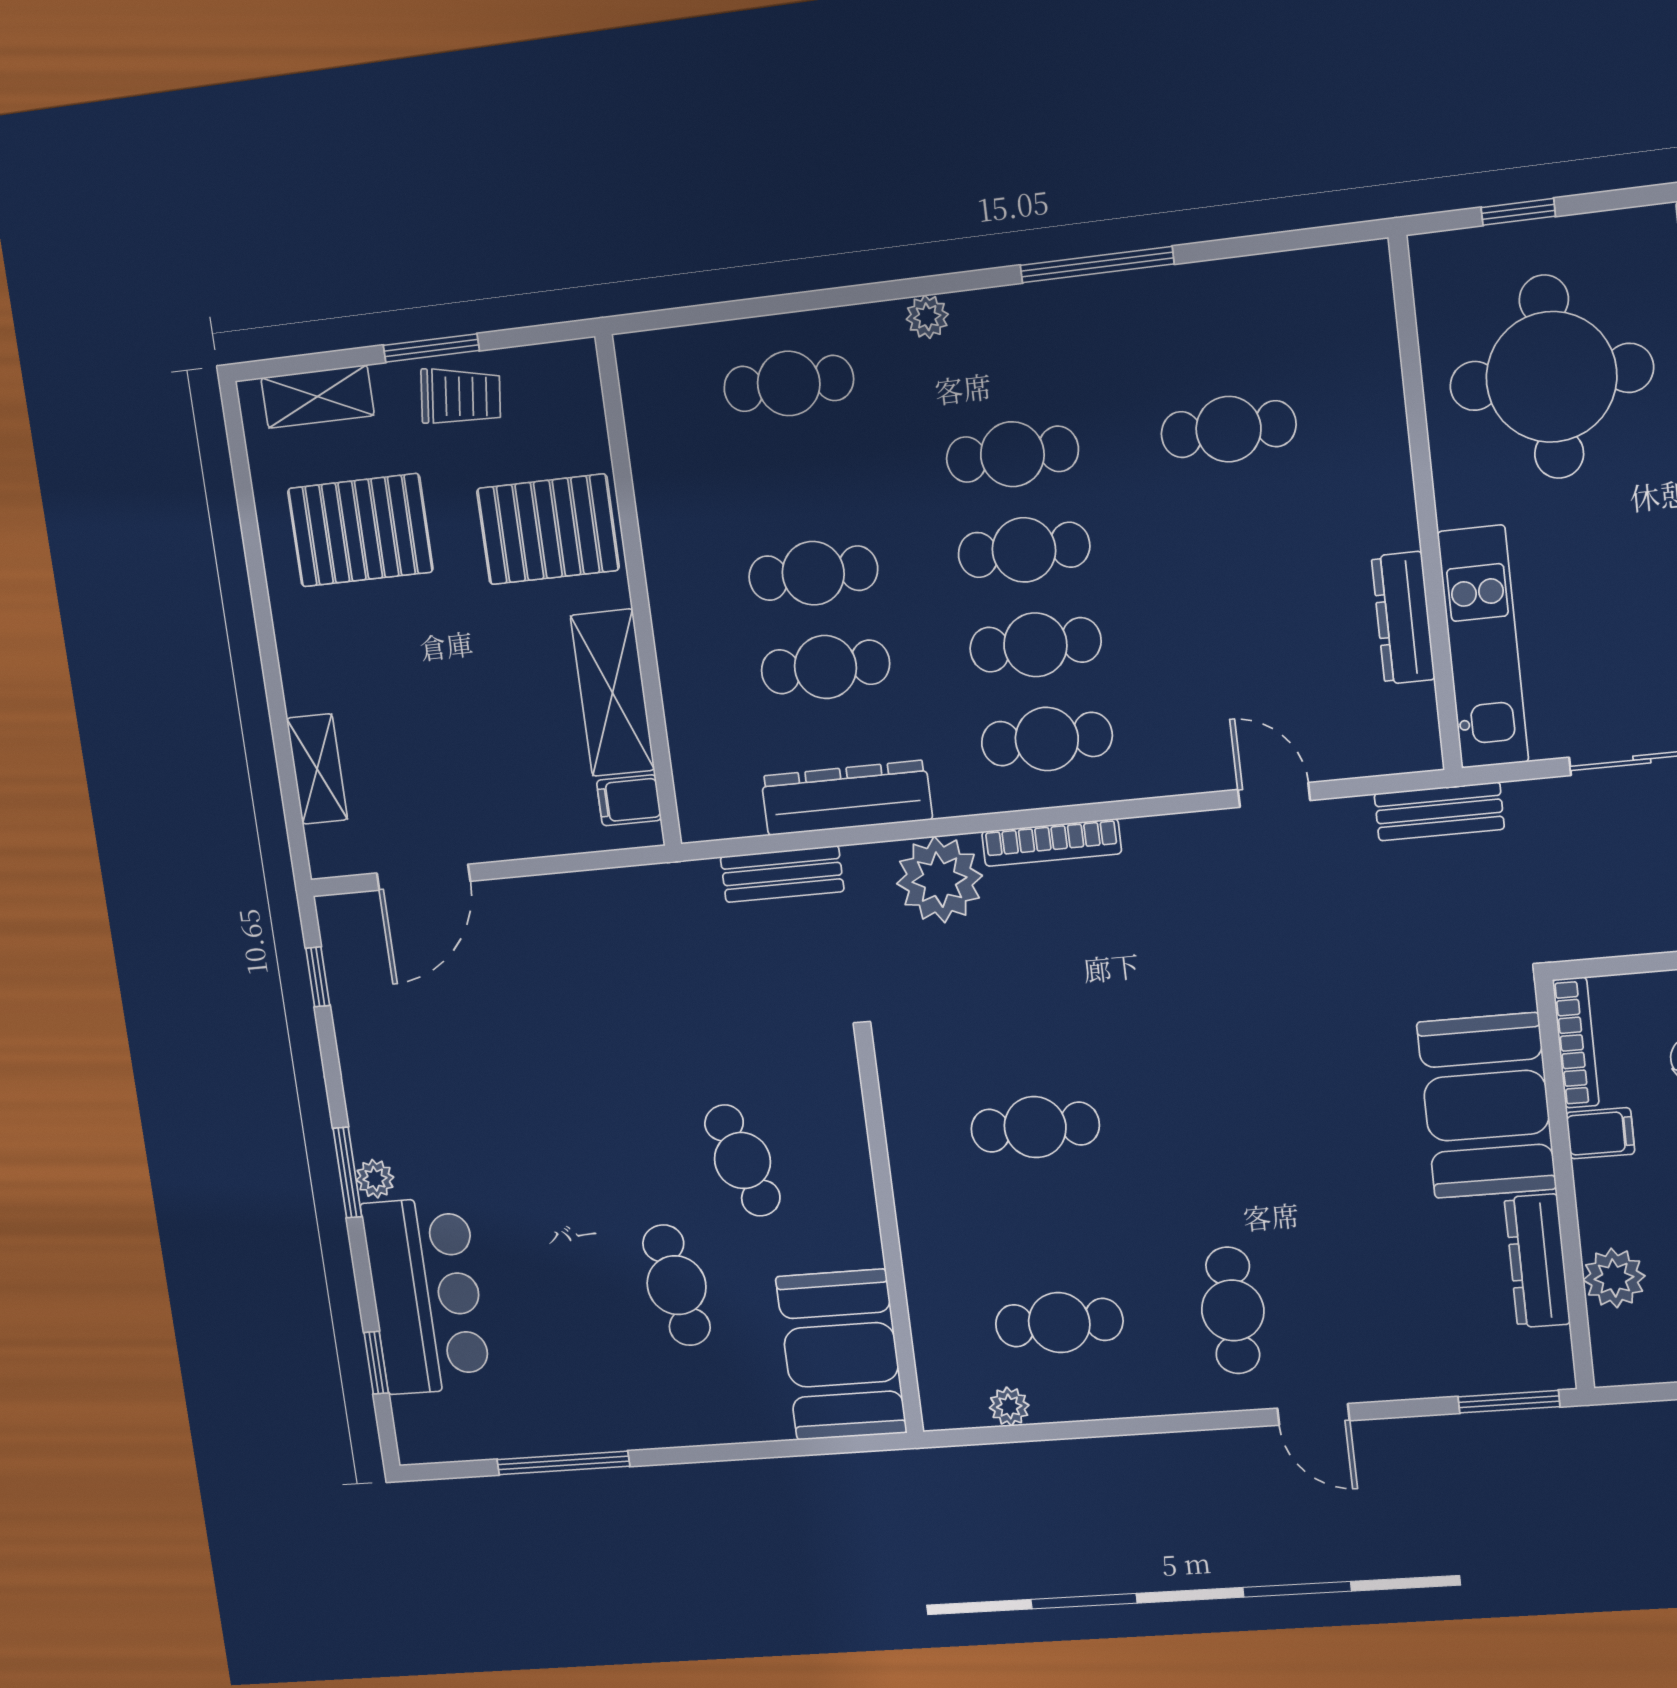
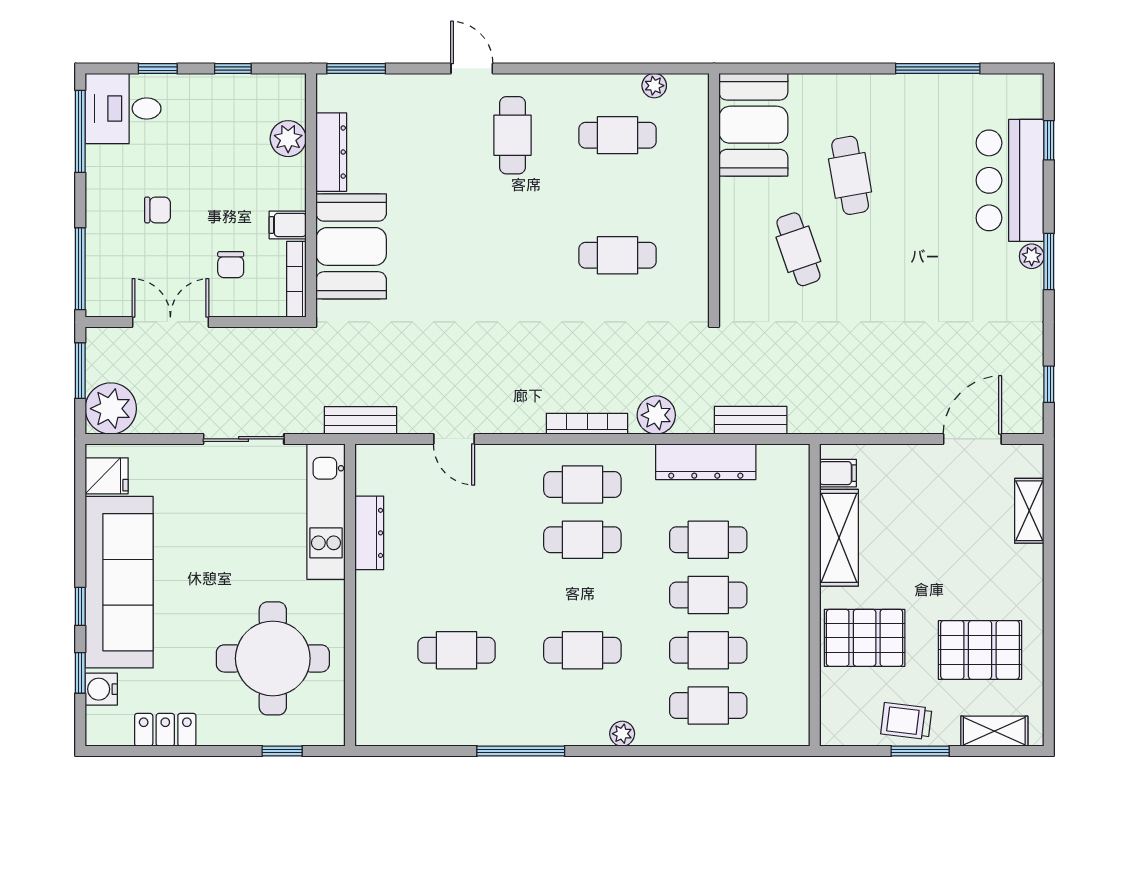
cafe table: (1024, 550) -> (708, 650), moved
plant: (939, 880) -> (656, 415), width x0.73, depth x0.73

